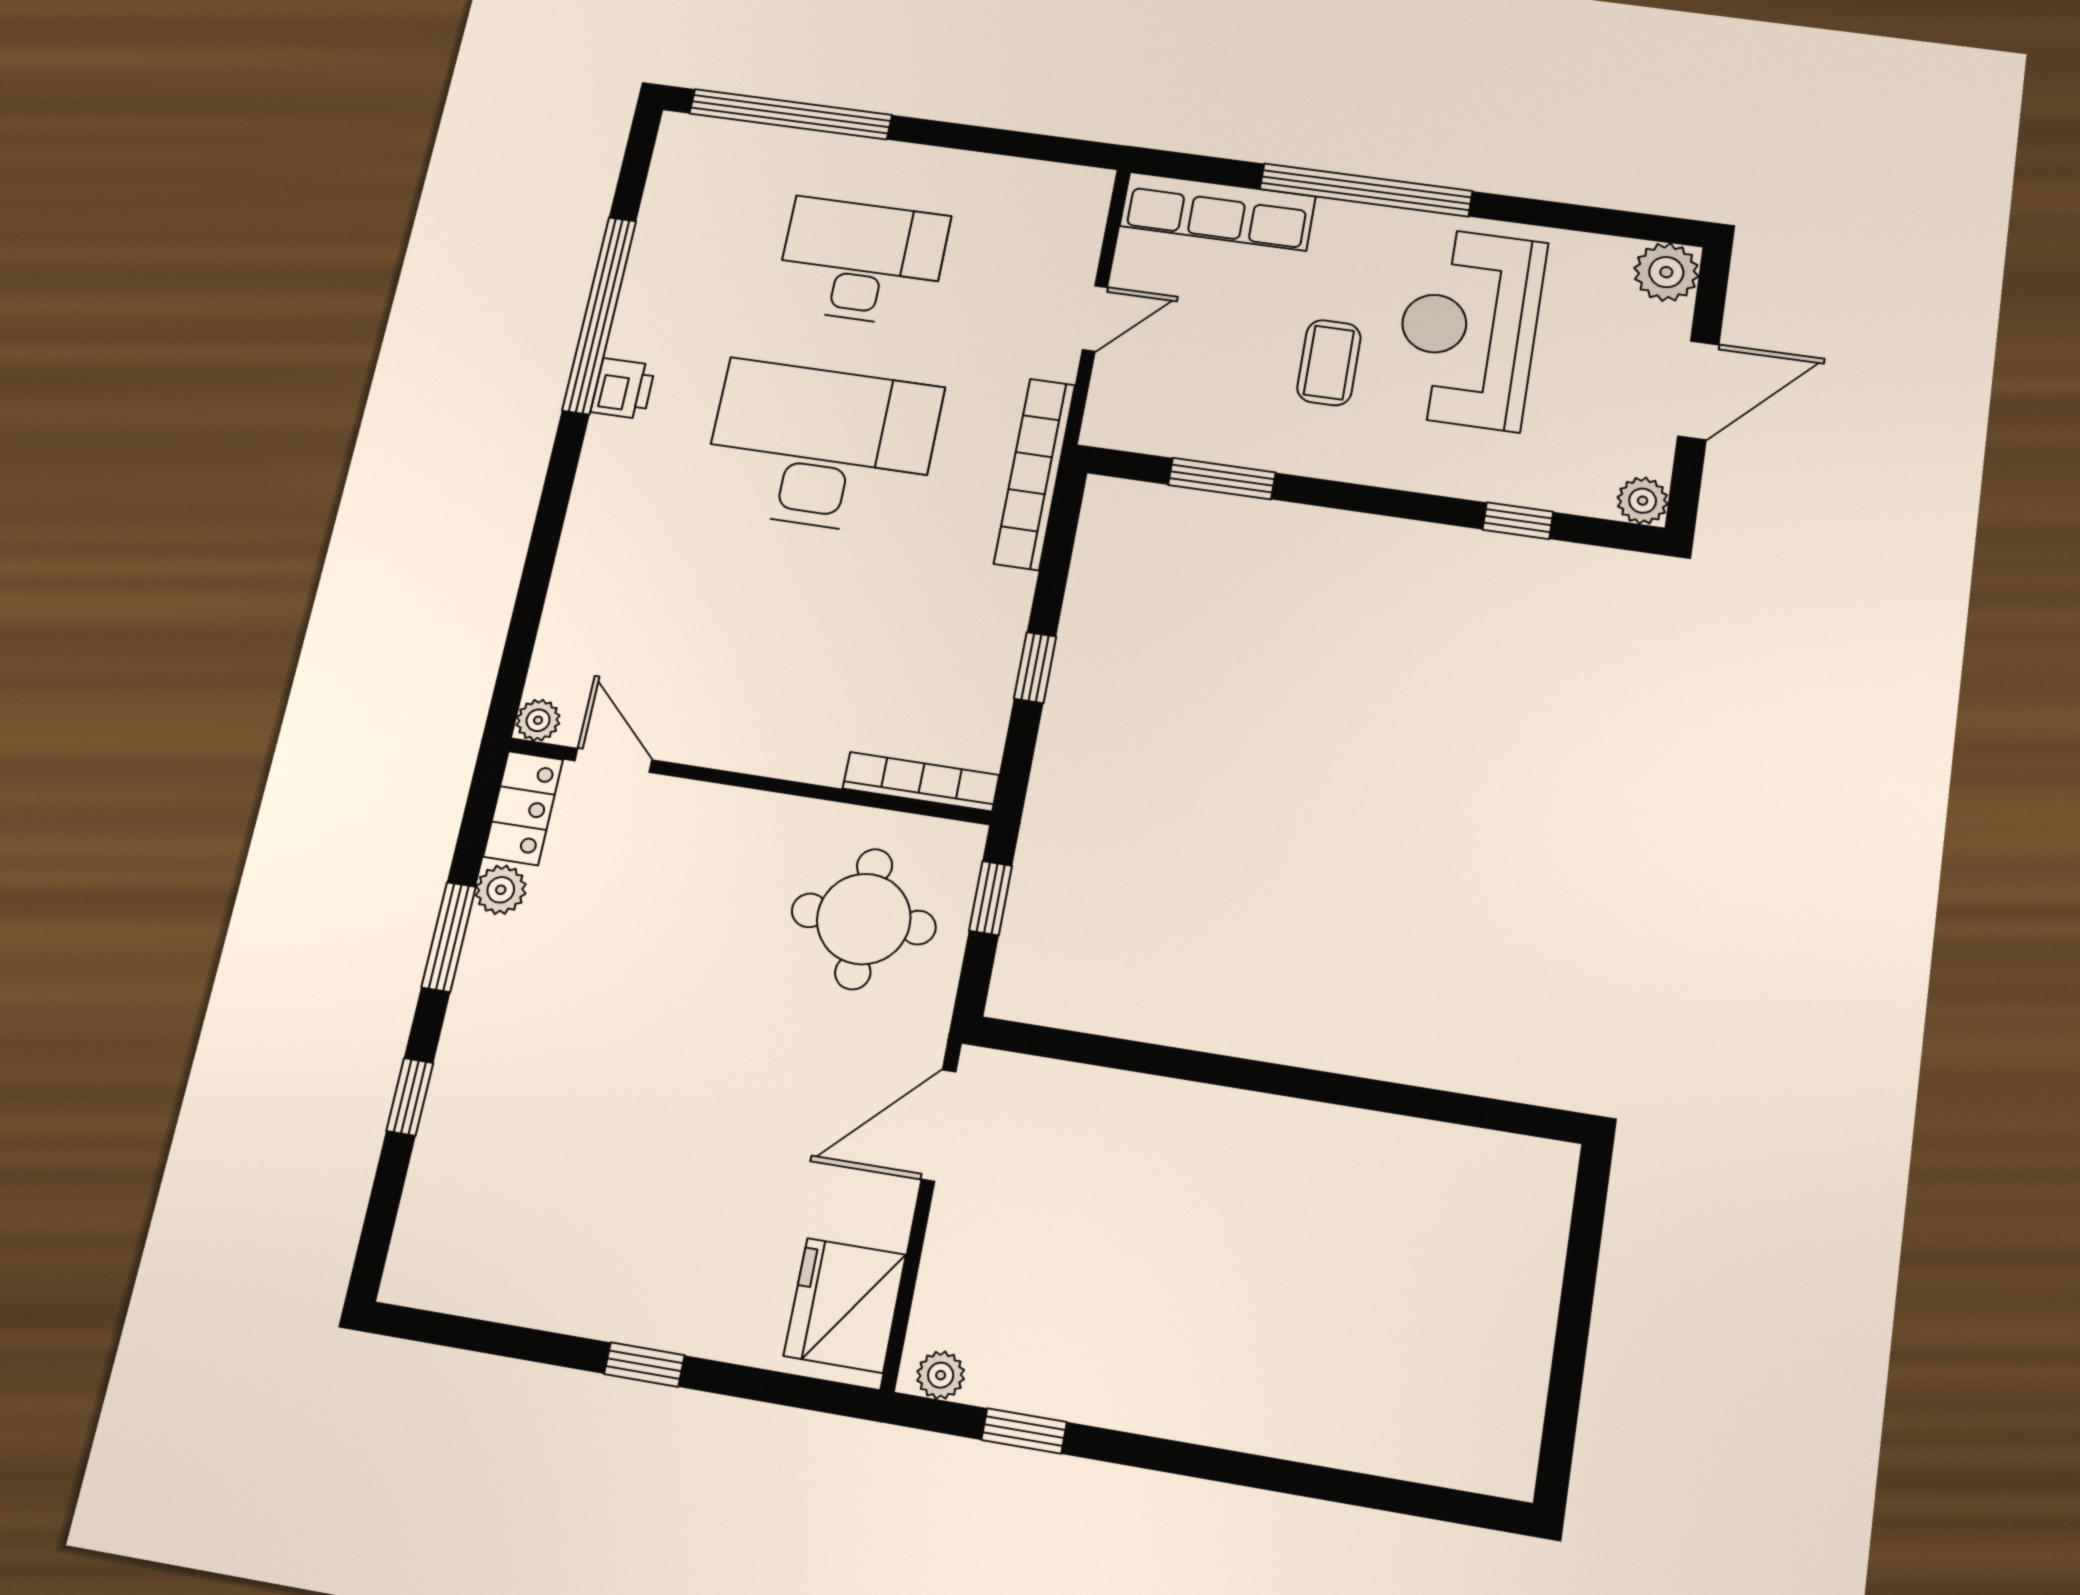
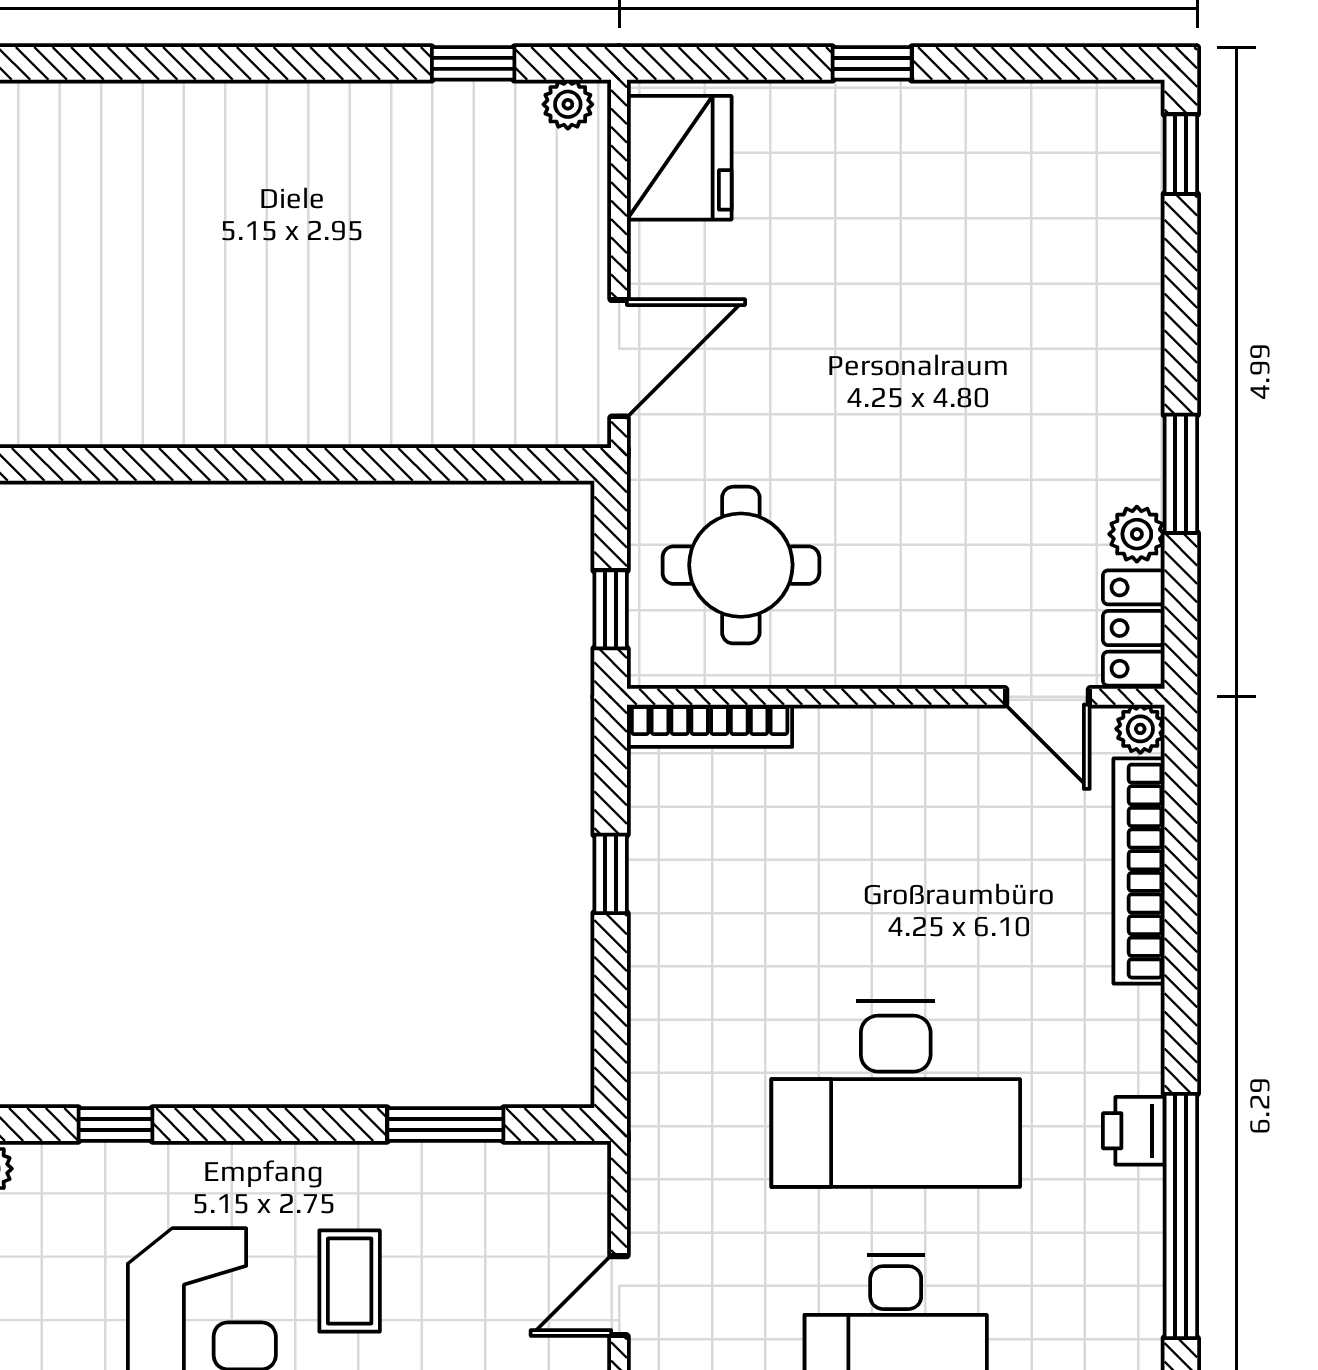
bookcase: (1035, 474) -> (1139, 871), moved, turned 180
window: (410, 1097) -> (1181, 154), moved

